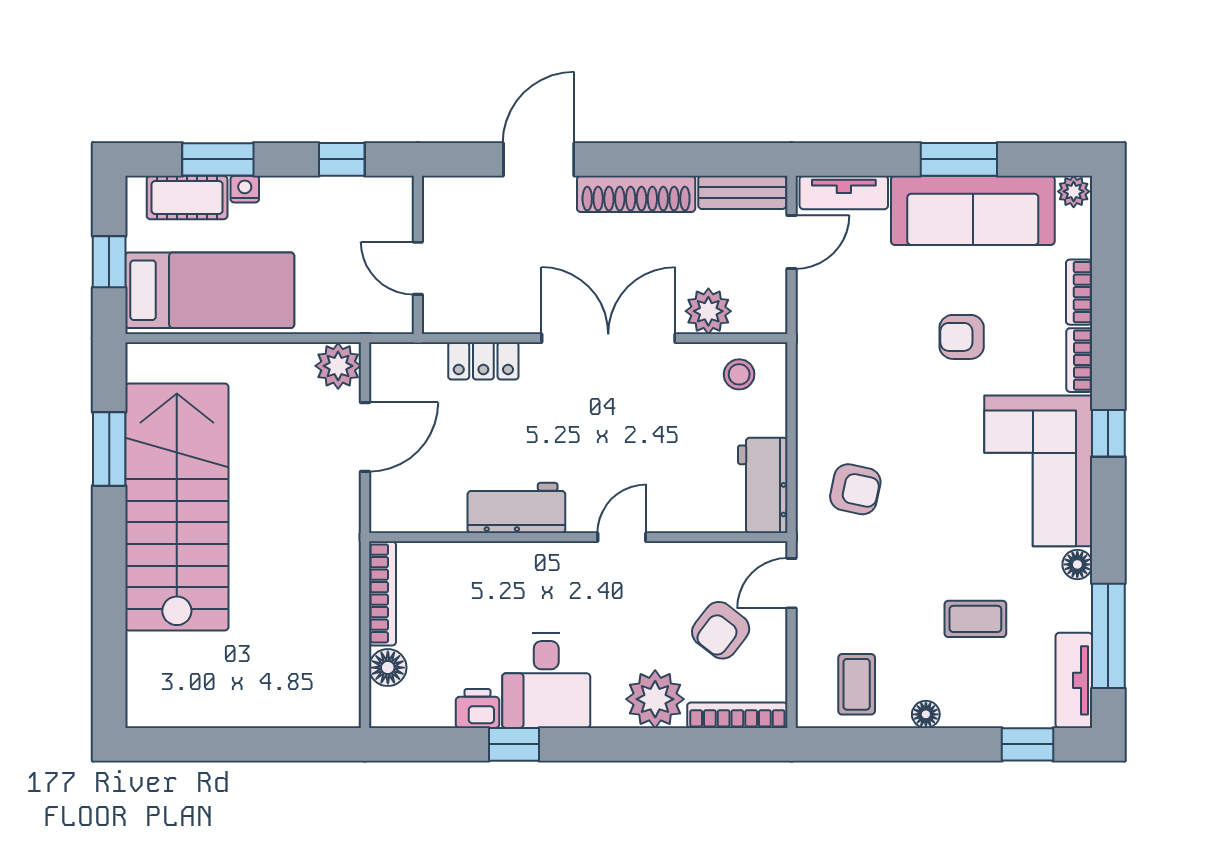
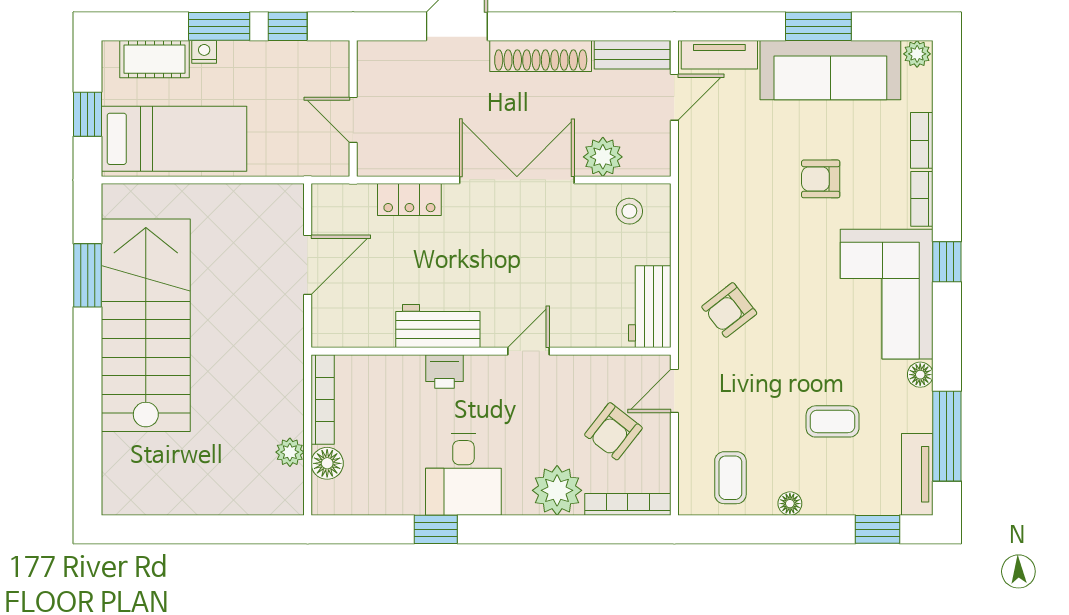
window: (218, 159) -> (219, 26), moved
plant: (338, 366) -> (290, 452), moved, width x0.73, depth x0.73
armchair: (855, 489) -> (729, 310), turned 130
printer: (477, 708) -> (445, 372), moved, turned 180

